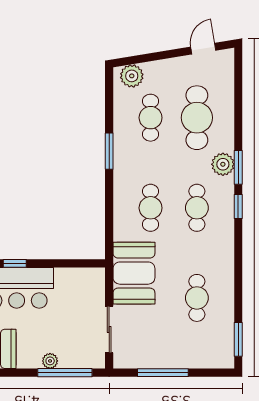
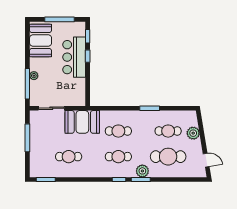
plant: (132, 76) -> (193, 133), moved

